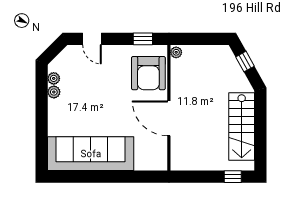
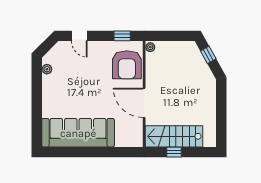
plant: (54, 92) -> (47, 81), removed
stairs: (242, 127) -> (174, 136), moved, turned 90
window: (233, 177) -> (174, 152), moved

